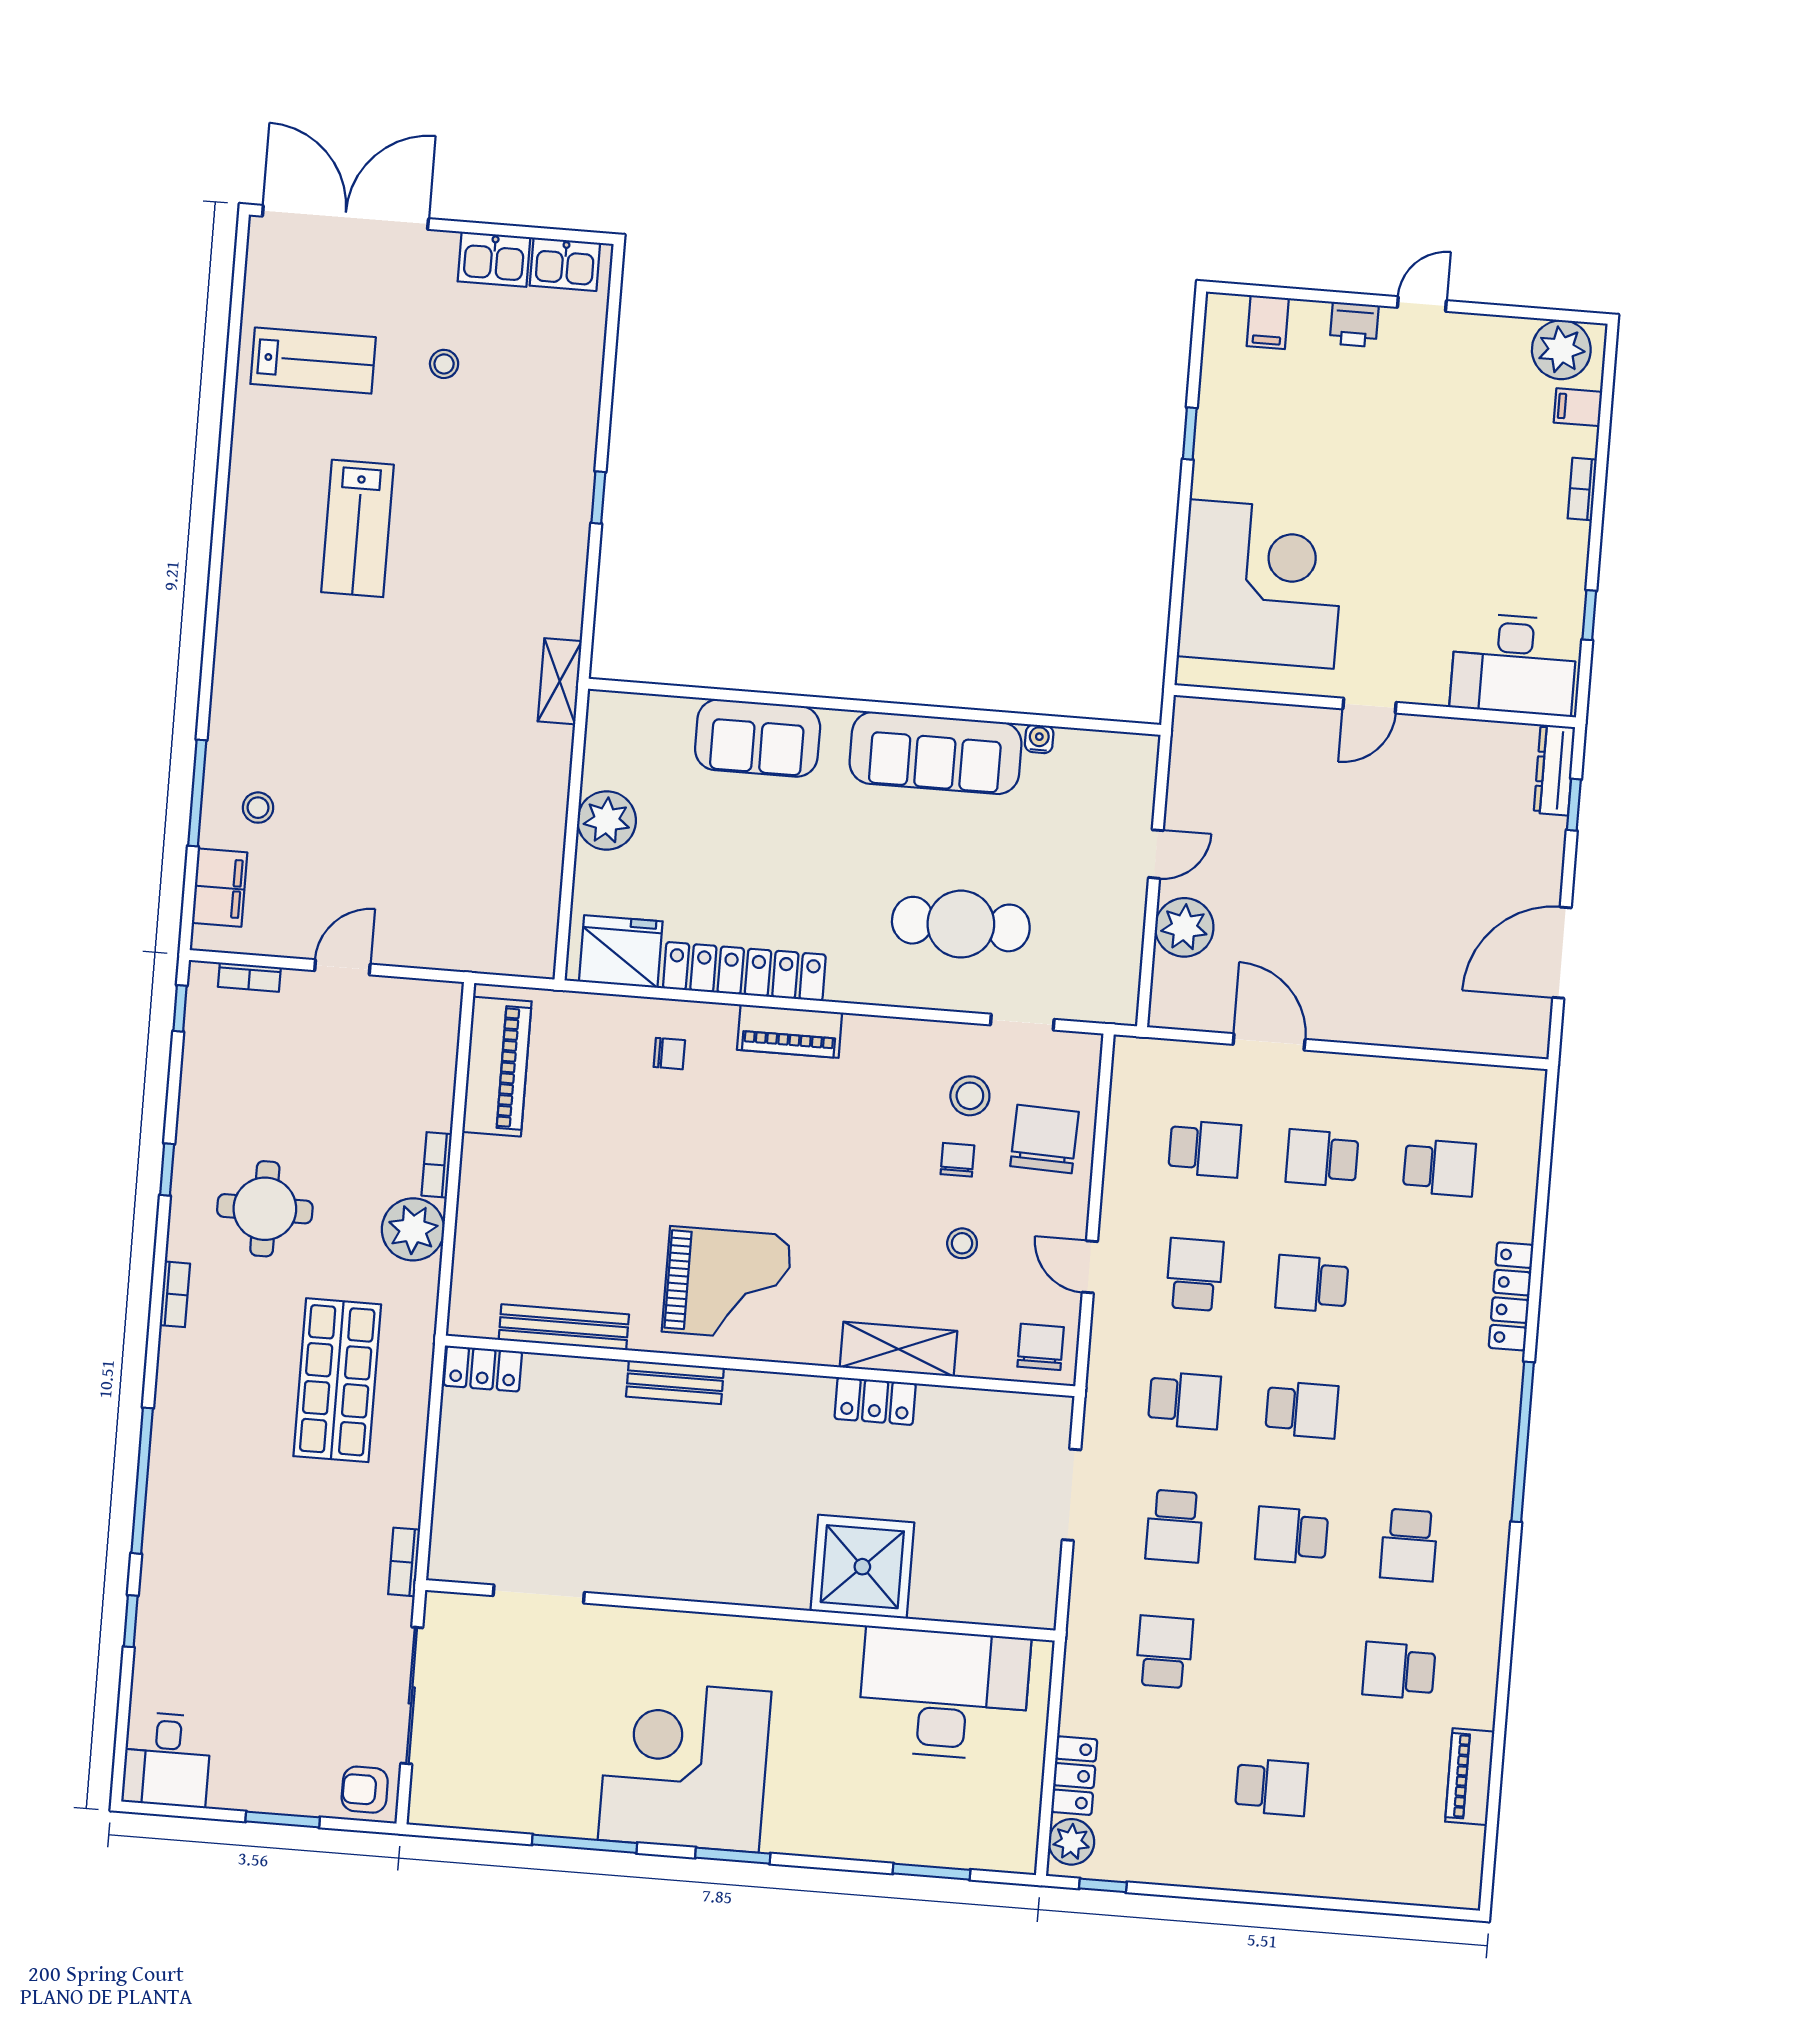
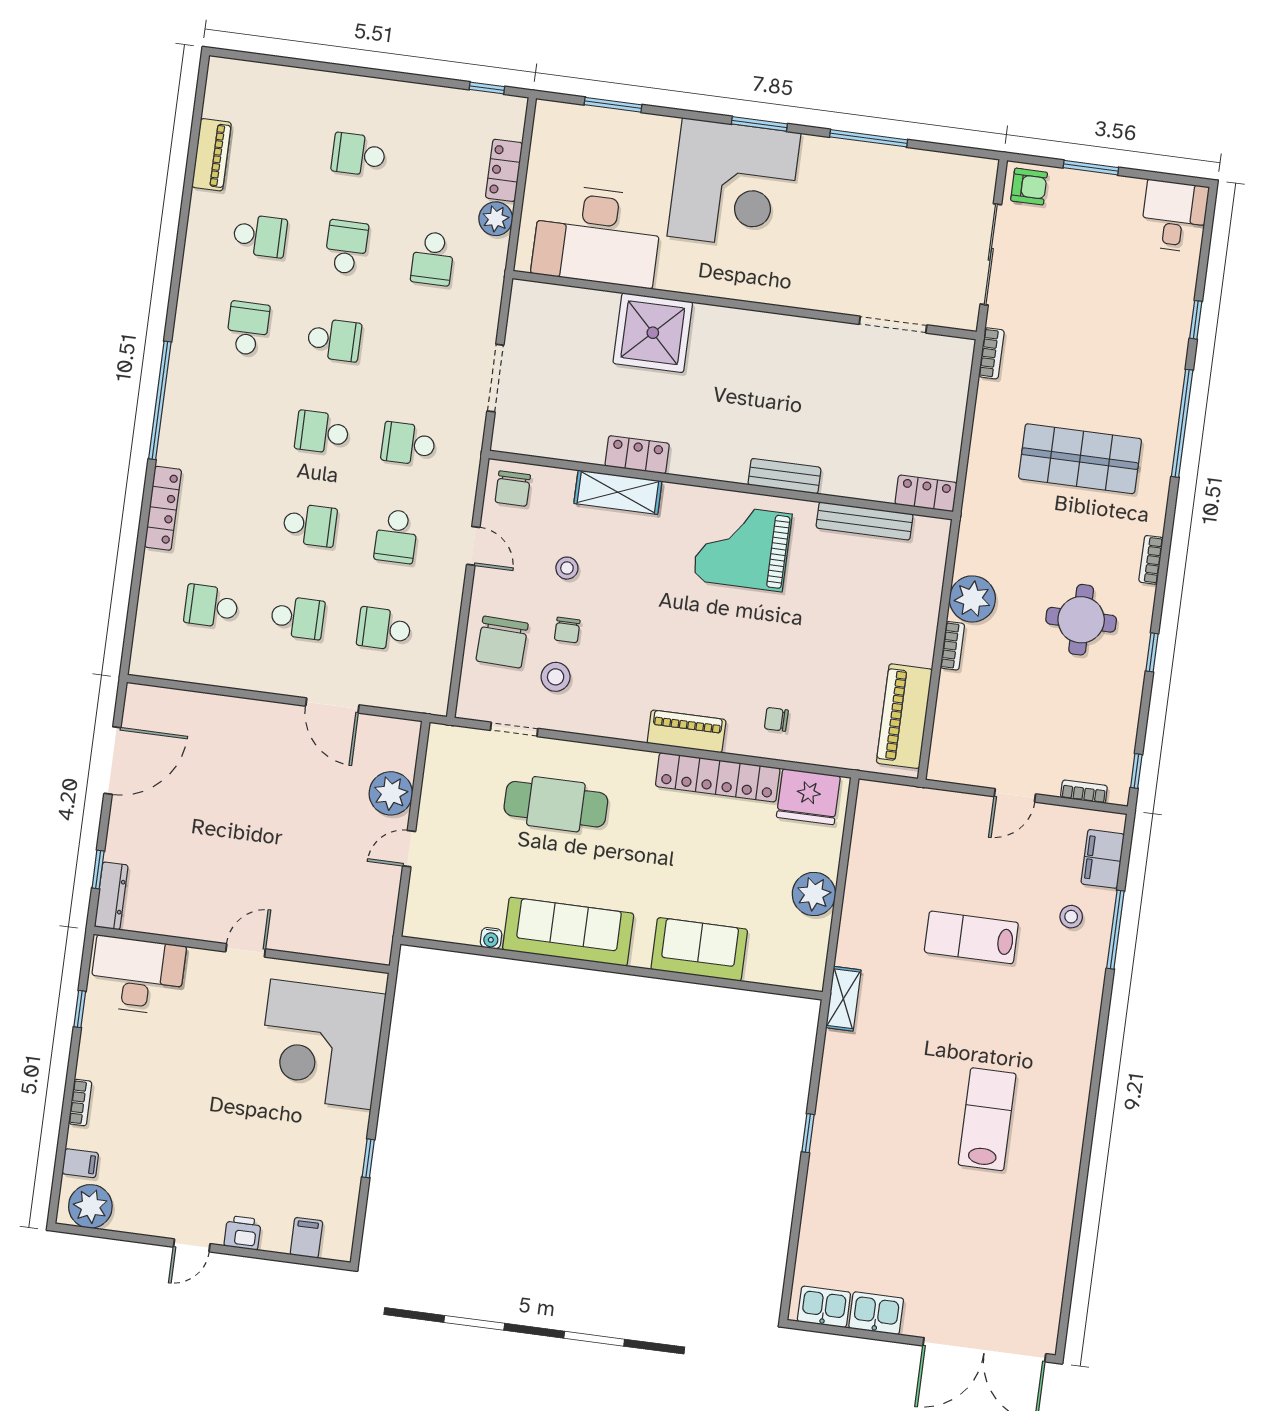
lab bench: (313, 361) -> (971, 937), moved
stool: (444, 364) -> (917, 1238), removed
shop shelf: (337, 1380) -> (1080, 459), moved, turned 90
school desk: (1174, 1526) -> (346, 247), moved
corner desk: (685, 1766) -> (734, 185), moved
plant: (1071, 1842) -> (496, 219), moved

